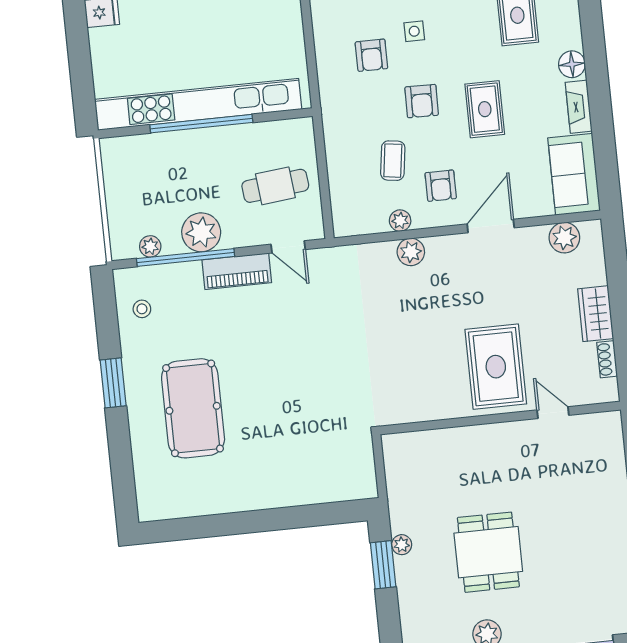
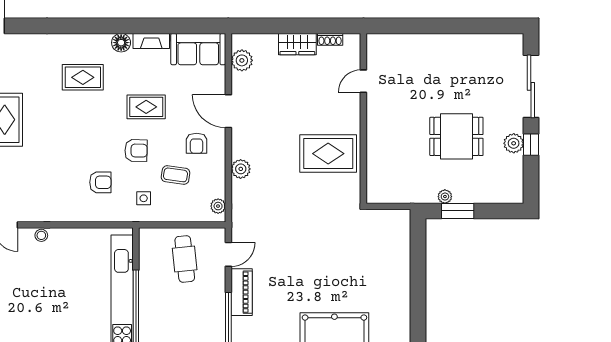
side table: (414, 31) -> (144, 198), moved
armchair: (441, 186) -> (197, 143), turned 90
plant: (400, 221) -> (218, 206), moved
plant: (201, 232) -> (212, 314), removed
rug: (496, 367) -> (328, 154), moved

